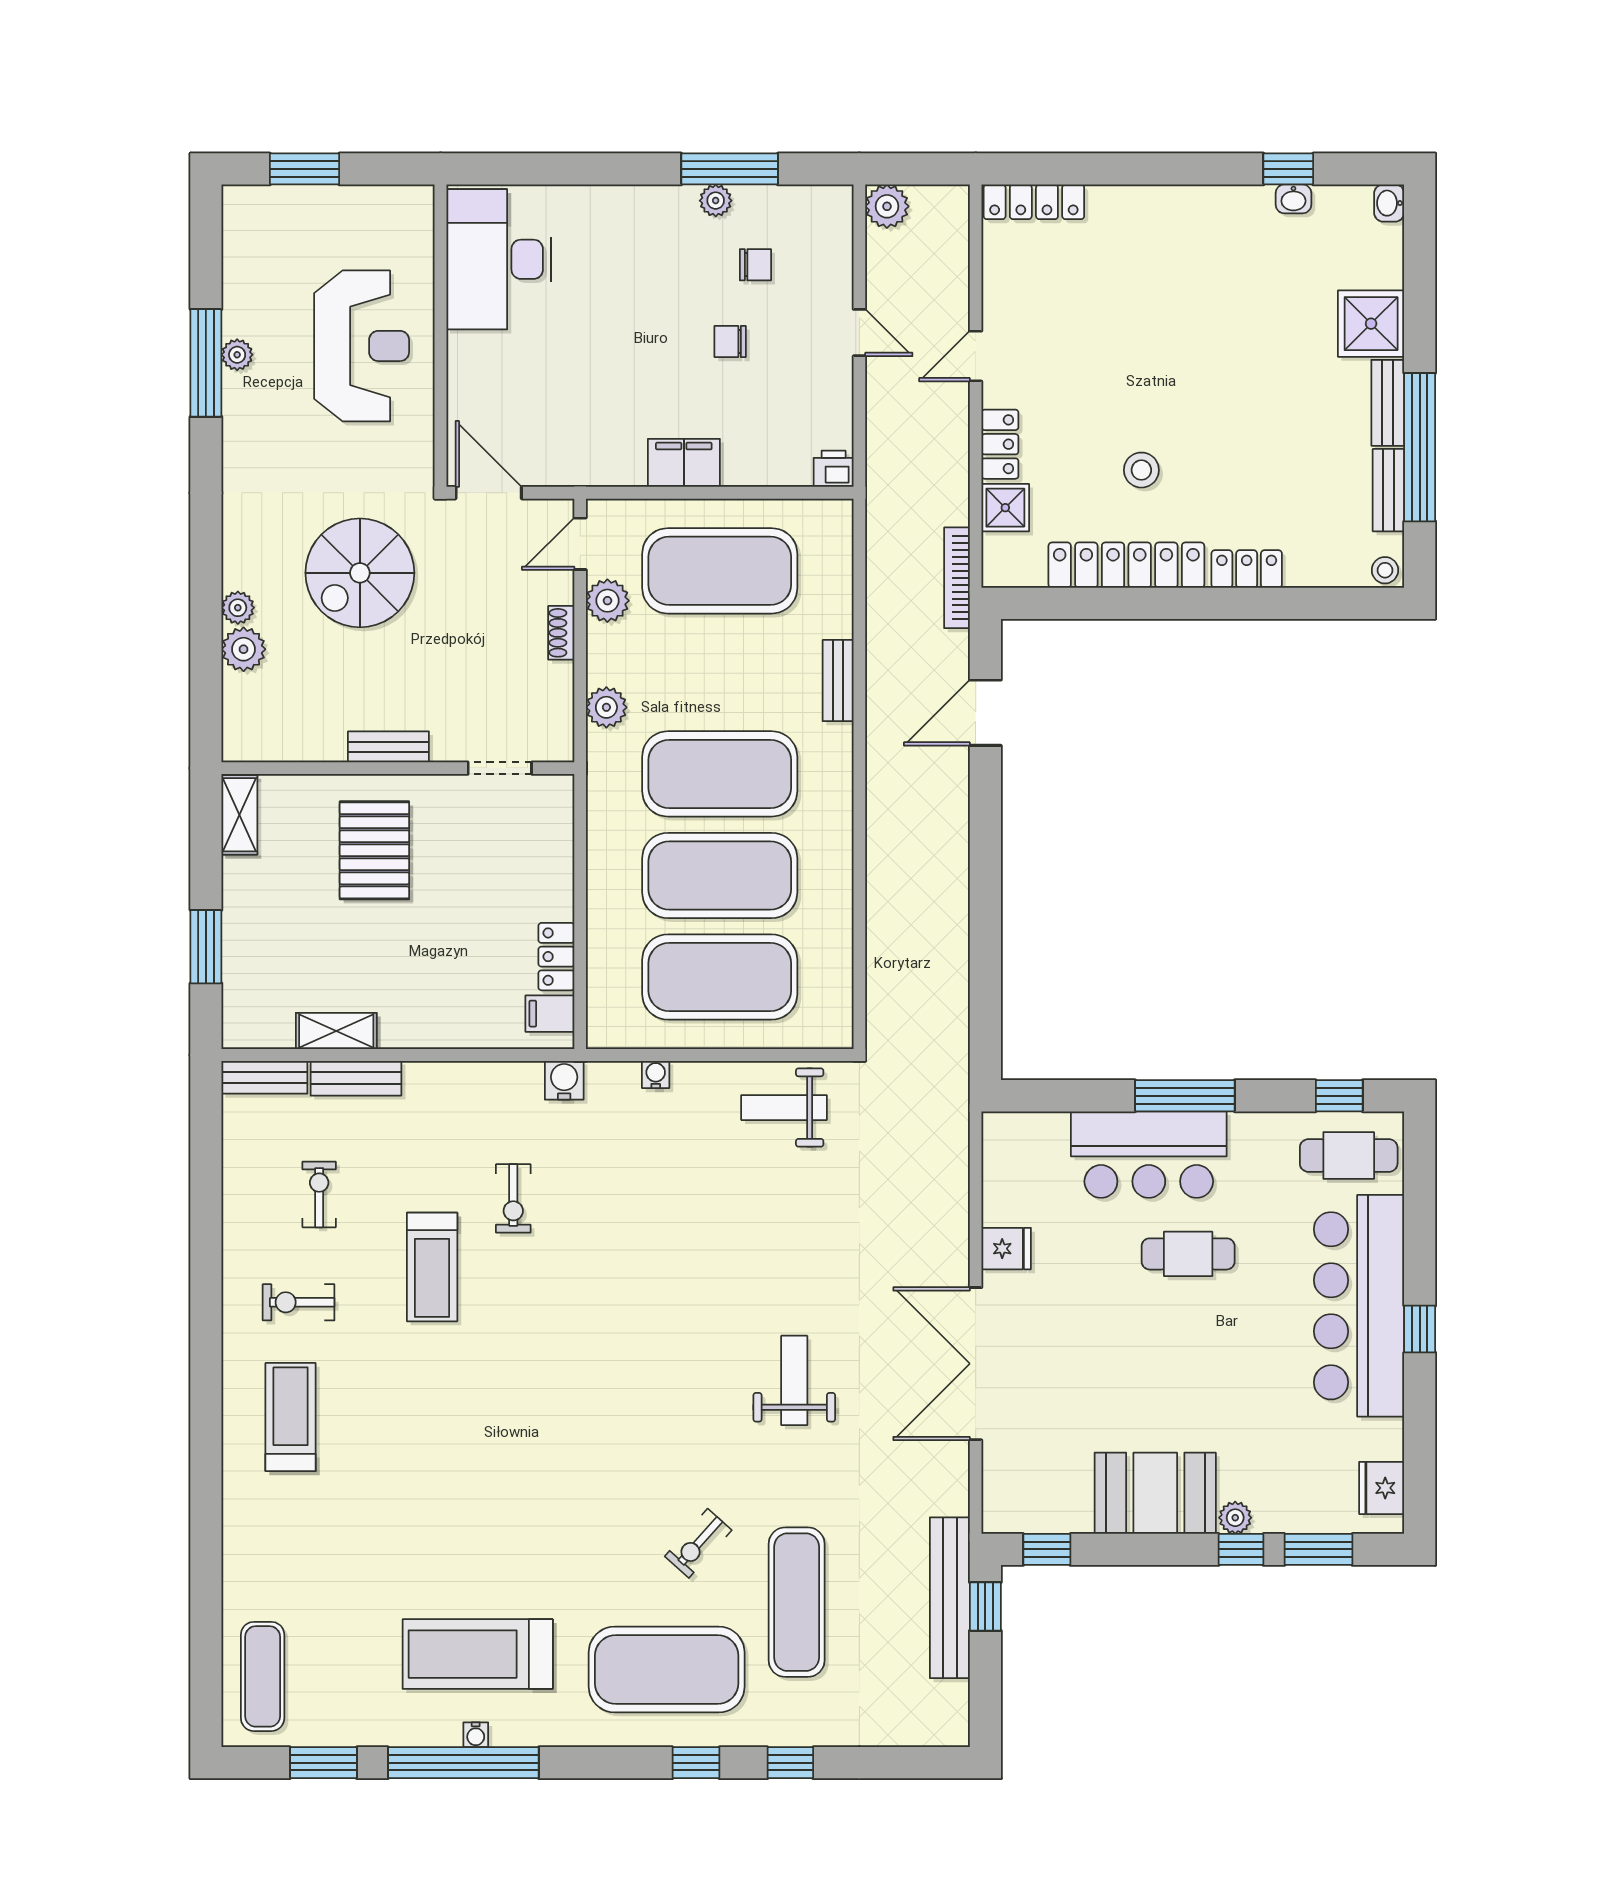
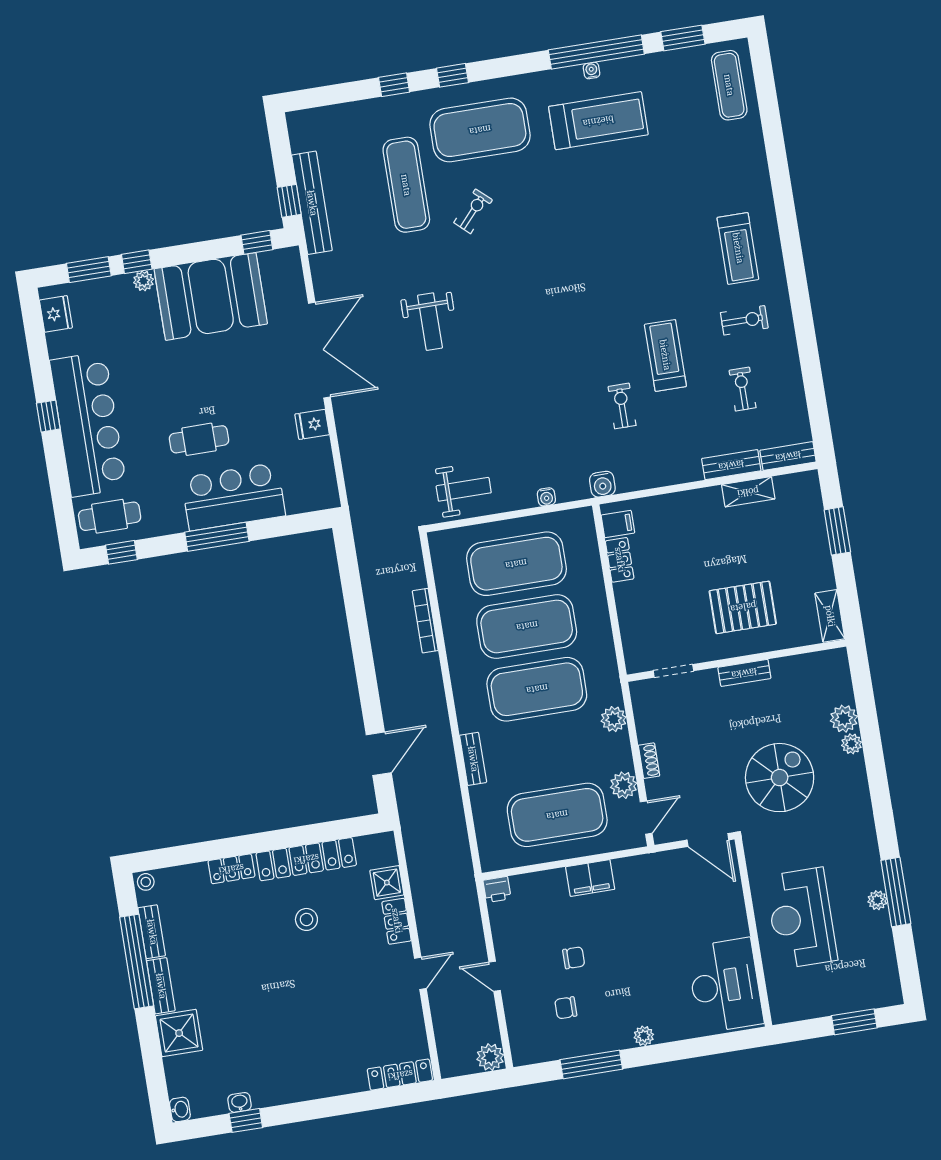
plant: (716, 201) -> (644, 1036), moved
bookcase: (957, 578) -> (425, 621), moved, turned 180
pallet: (374, 850) -> (743, 607), turned 90
exercise bike: (319, 1194) -> (742, 389), turned 180
booth: (1155, 1493) -> (211, 296), width x1.36, depth x1.42

